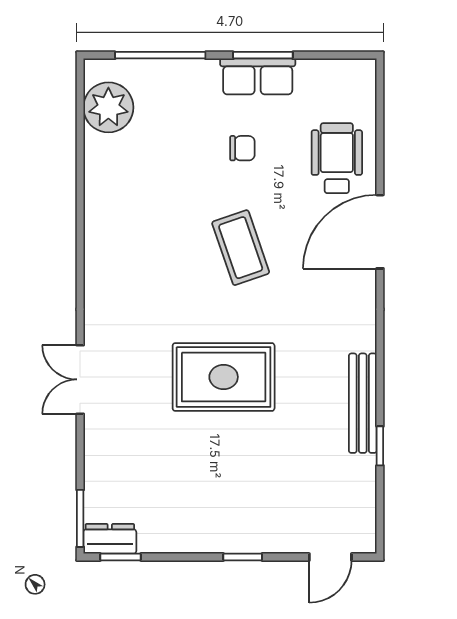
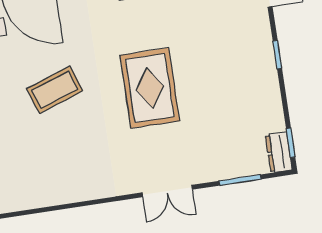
window: (80, 518) -> (240, 180), moved

